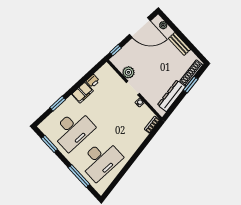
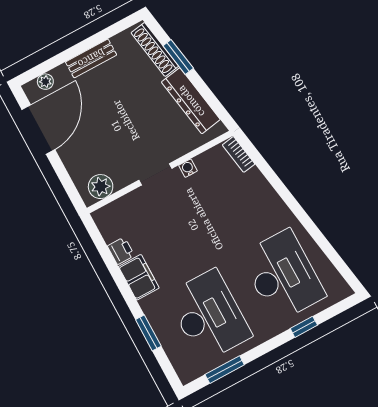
window: (116, 50) -> (71, 189), removed
plant: (128, 72) -> (101, 187), moved
window: (79, 176) -> (304, 327), width x0.46

